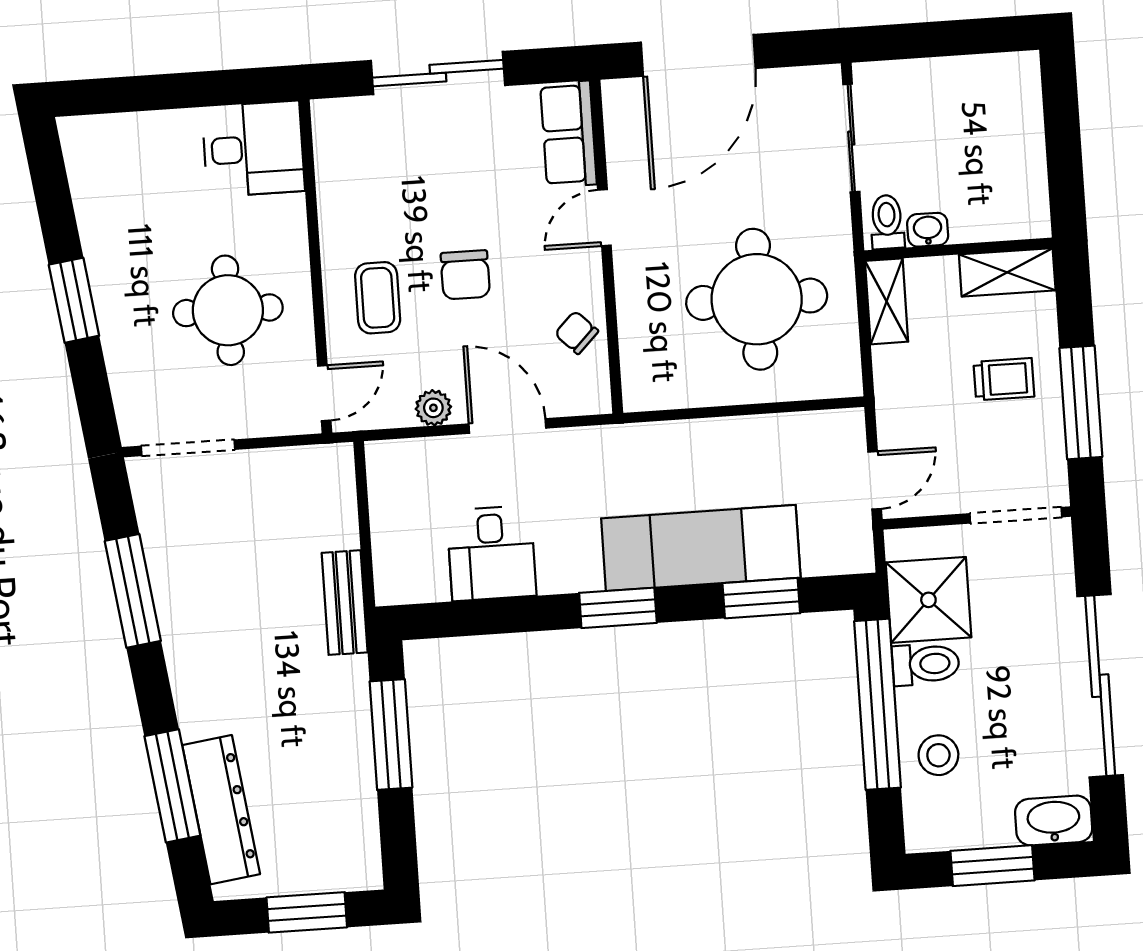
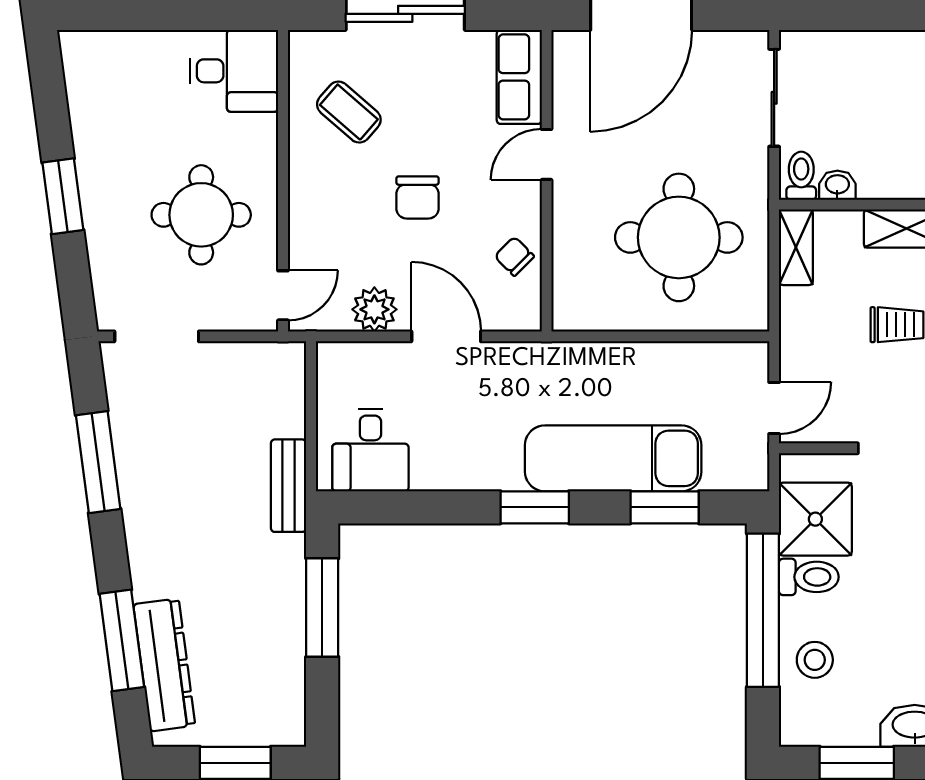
coffee table: (378, 298) -> (349, 112), moved, turned -49
plant: (433, 408) -> (374, 309), width x1.38, depth x1.38
desk: (492, 553) -> (370, 450), moved

